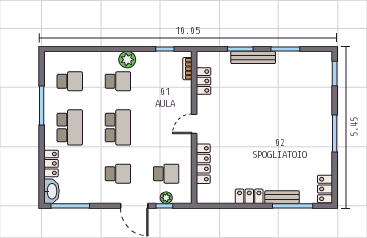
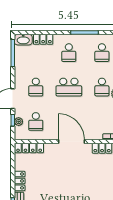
door: (194, 124) -> (71, 142), width x1.88
school desk: (70, 127) -> (69, 53), width x0.54
locker: (203, 164) -> (29, 148), moved

